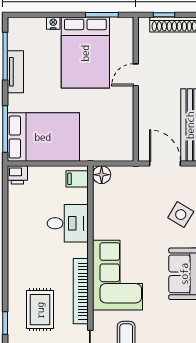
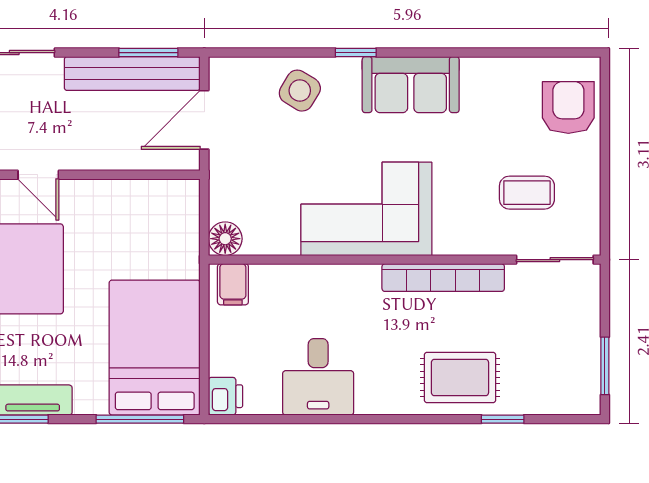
desk: (68, 223) -> (318, 377), moved, turned 180
corner sofa: (117, 275) -> (366, 209), moved
rug: (40, 310) -> (460, 377), moved

